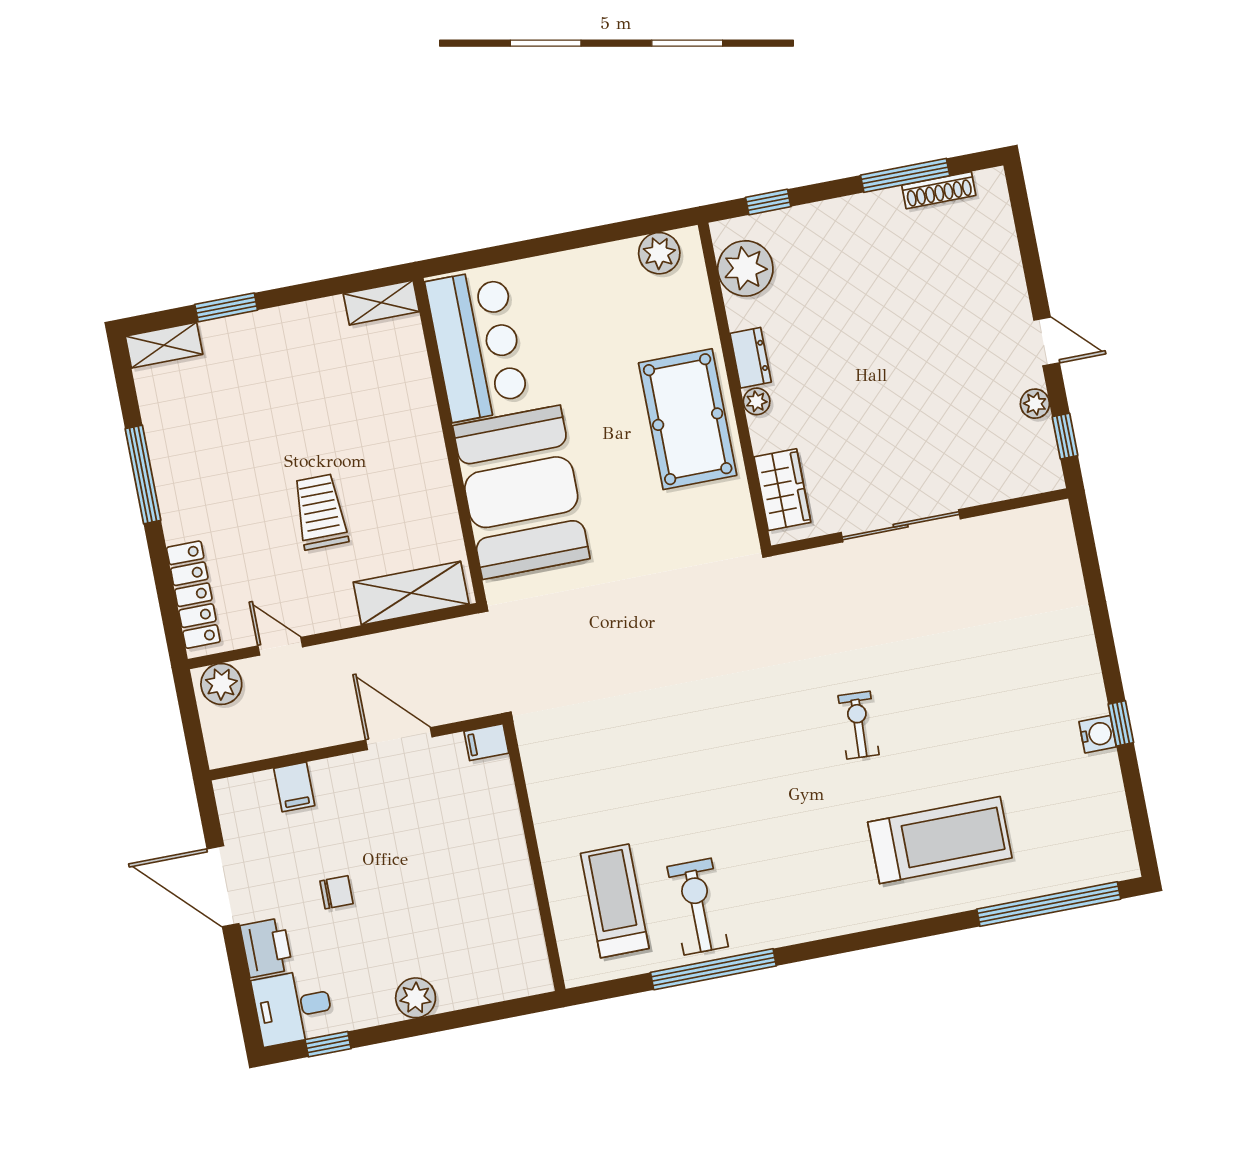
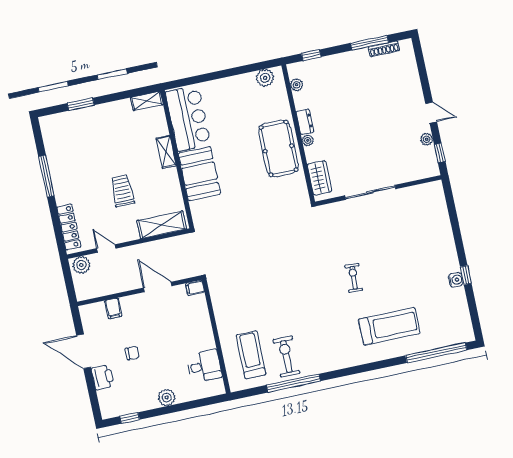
plant: (745, 268) -> (297, 85), width x0.53, depth x0.53
shelving: (164, 345) -> (166, 152), moved, turned 90
booth: (521, 492) -> (199, 174), width x0.73, depth x0.70
desk: (293, 1007) -> (204, 366), moved, turned 180

